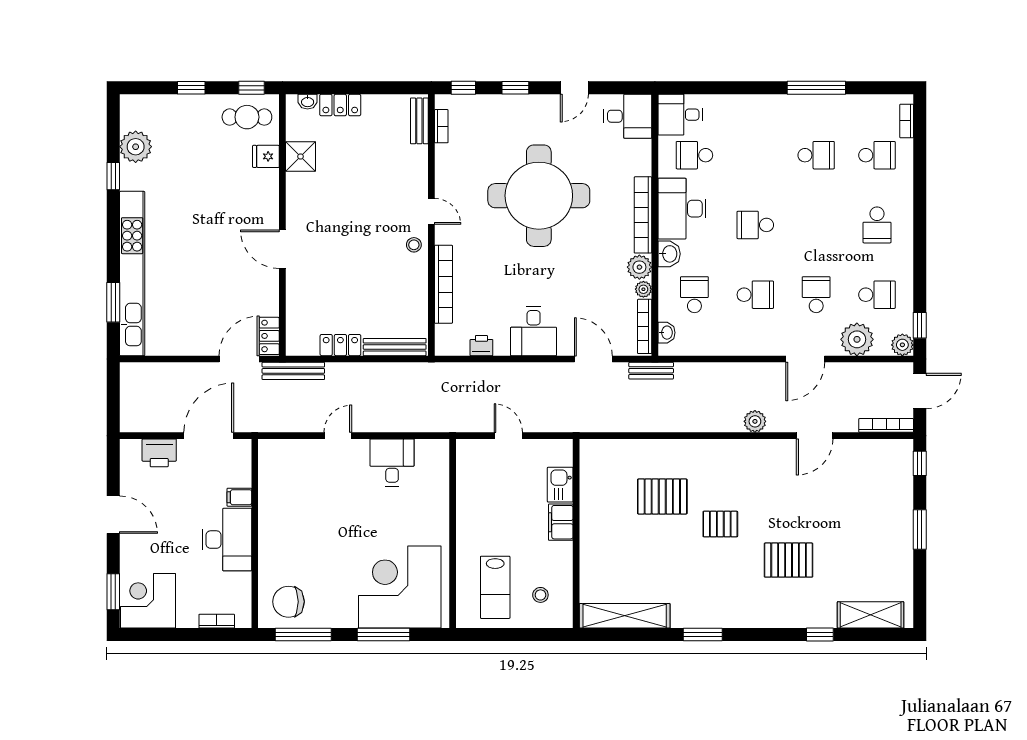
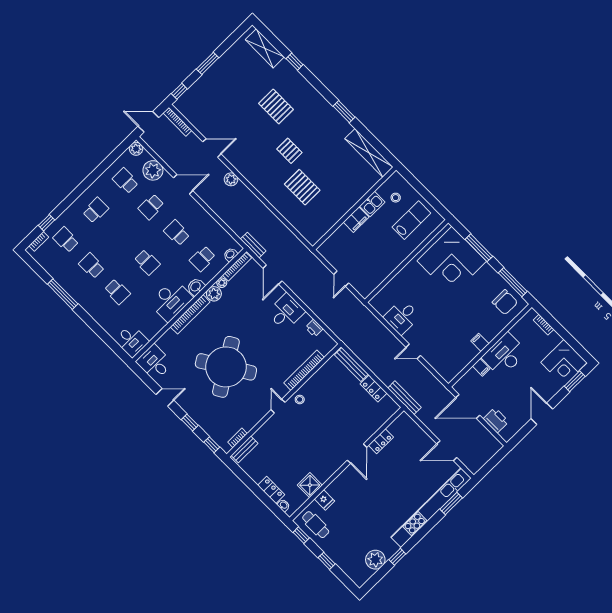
school desk: (694, 155) -> (117, 292), moved
round table: (539, 196) -> (226, 367), turned -32
window: (920, 325) -> (47, 223), moved
locker: (269, 336) -> (381, 441), moved
door: (239, 359) -> (447, 451), moved
kitchen sink: (560, 485) -> (372, 204), moved
filing cabinet: (270, 525) -> (480, 342), added

